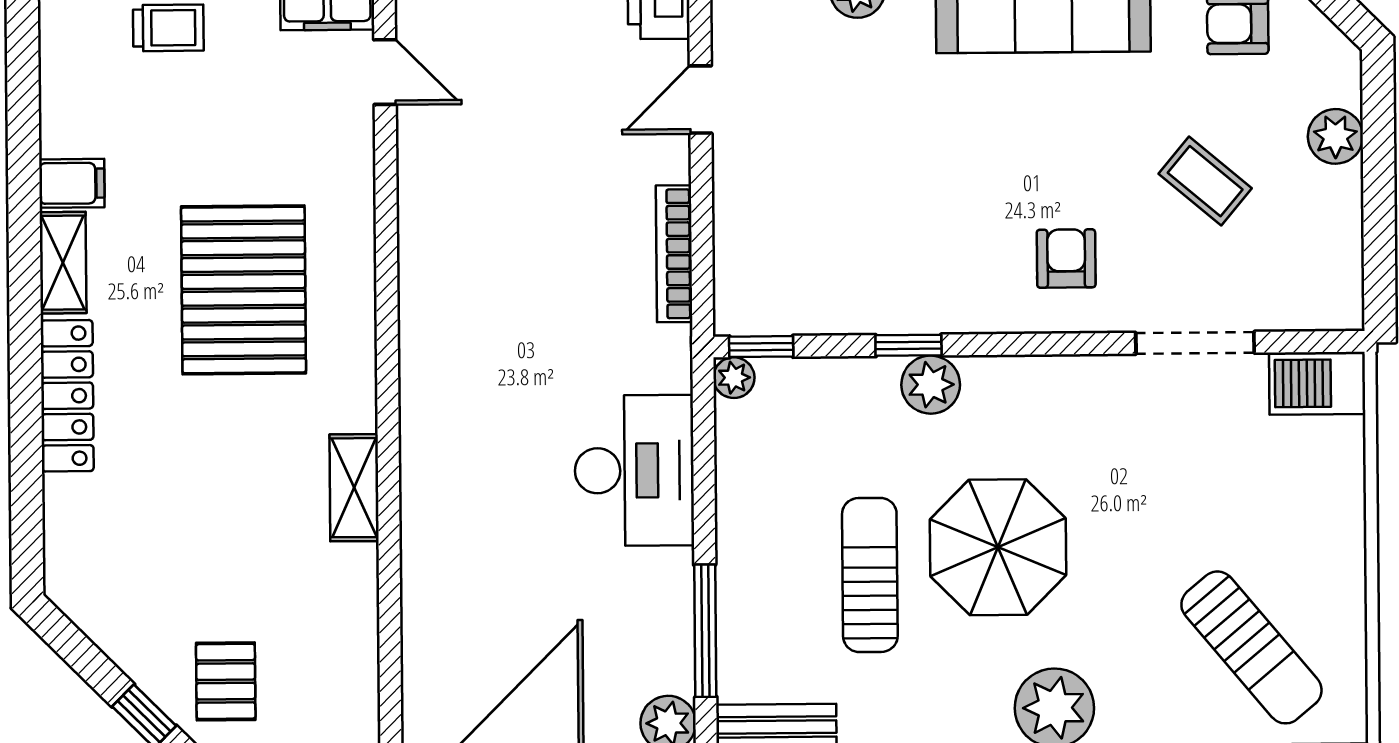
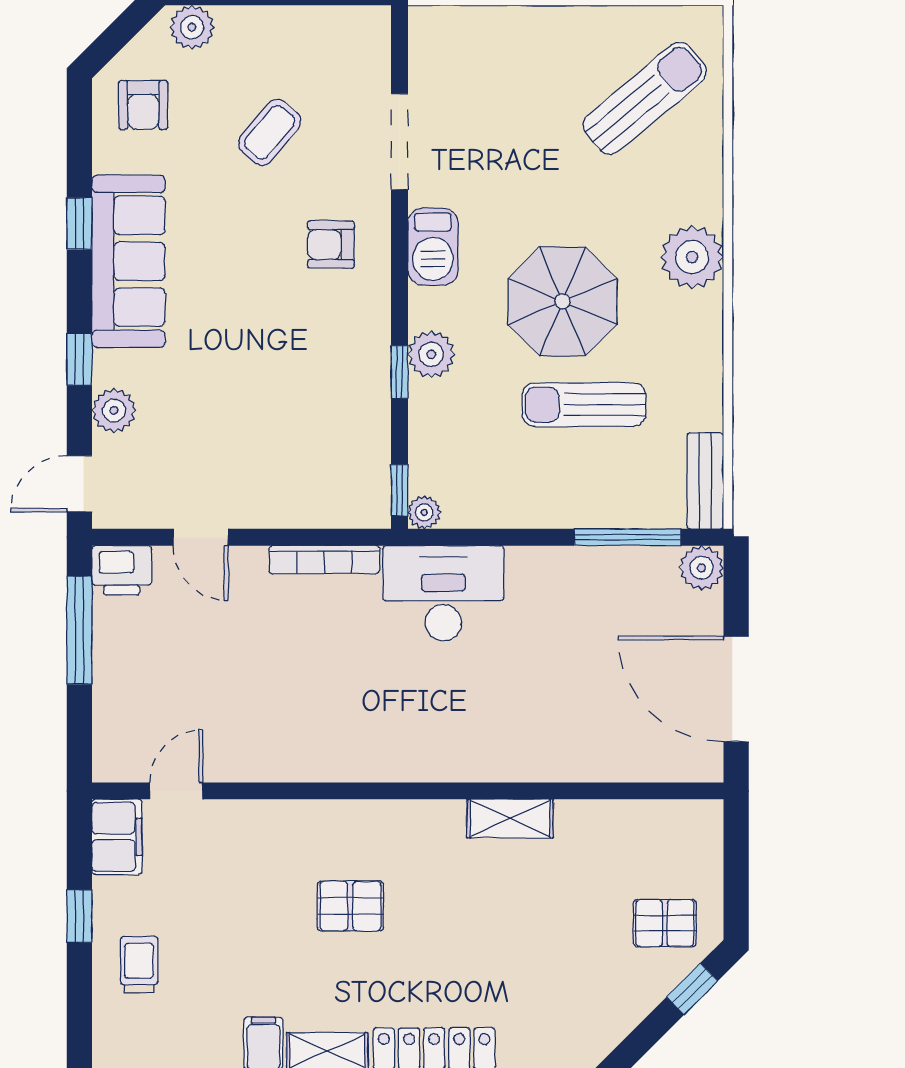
plant: (1335, 136) -> (192, 27), moved
pallet: (244, 290) -> (350, 906), width x0.49, depth x0.50
barbecue: (1317, 383) -> (433, 247), moved
desk: (634, 470) -> (443, 593), moved

